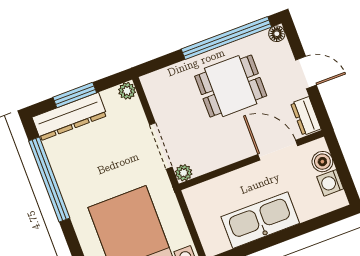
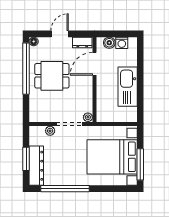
dining table: (231, 86) -> (52, 76), turned 90
plant: (127, 91) -> (50, 131), moved

